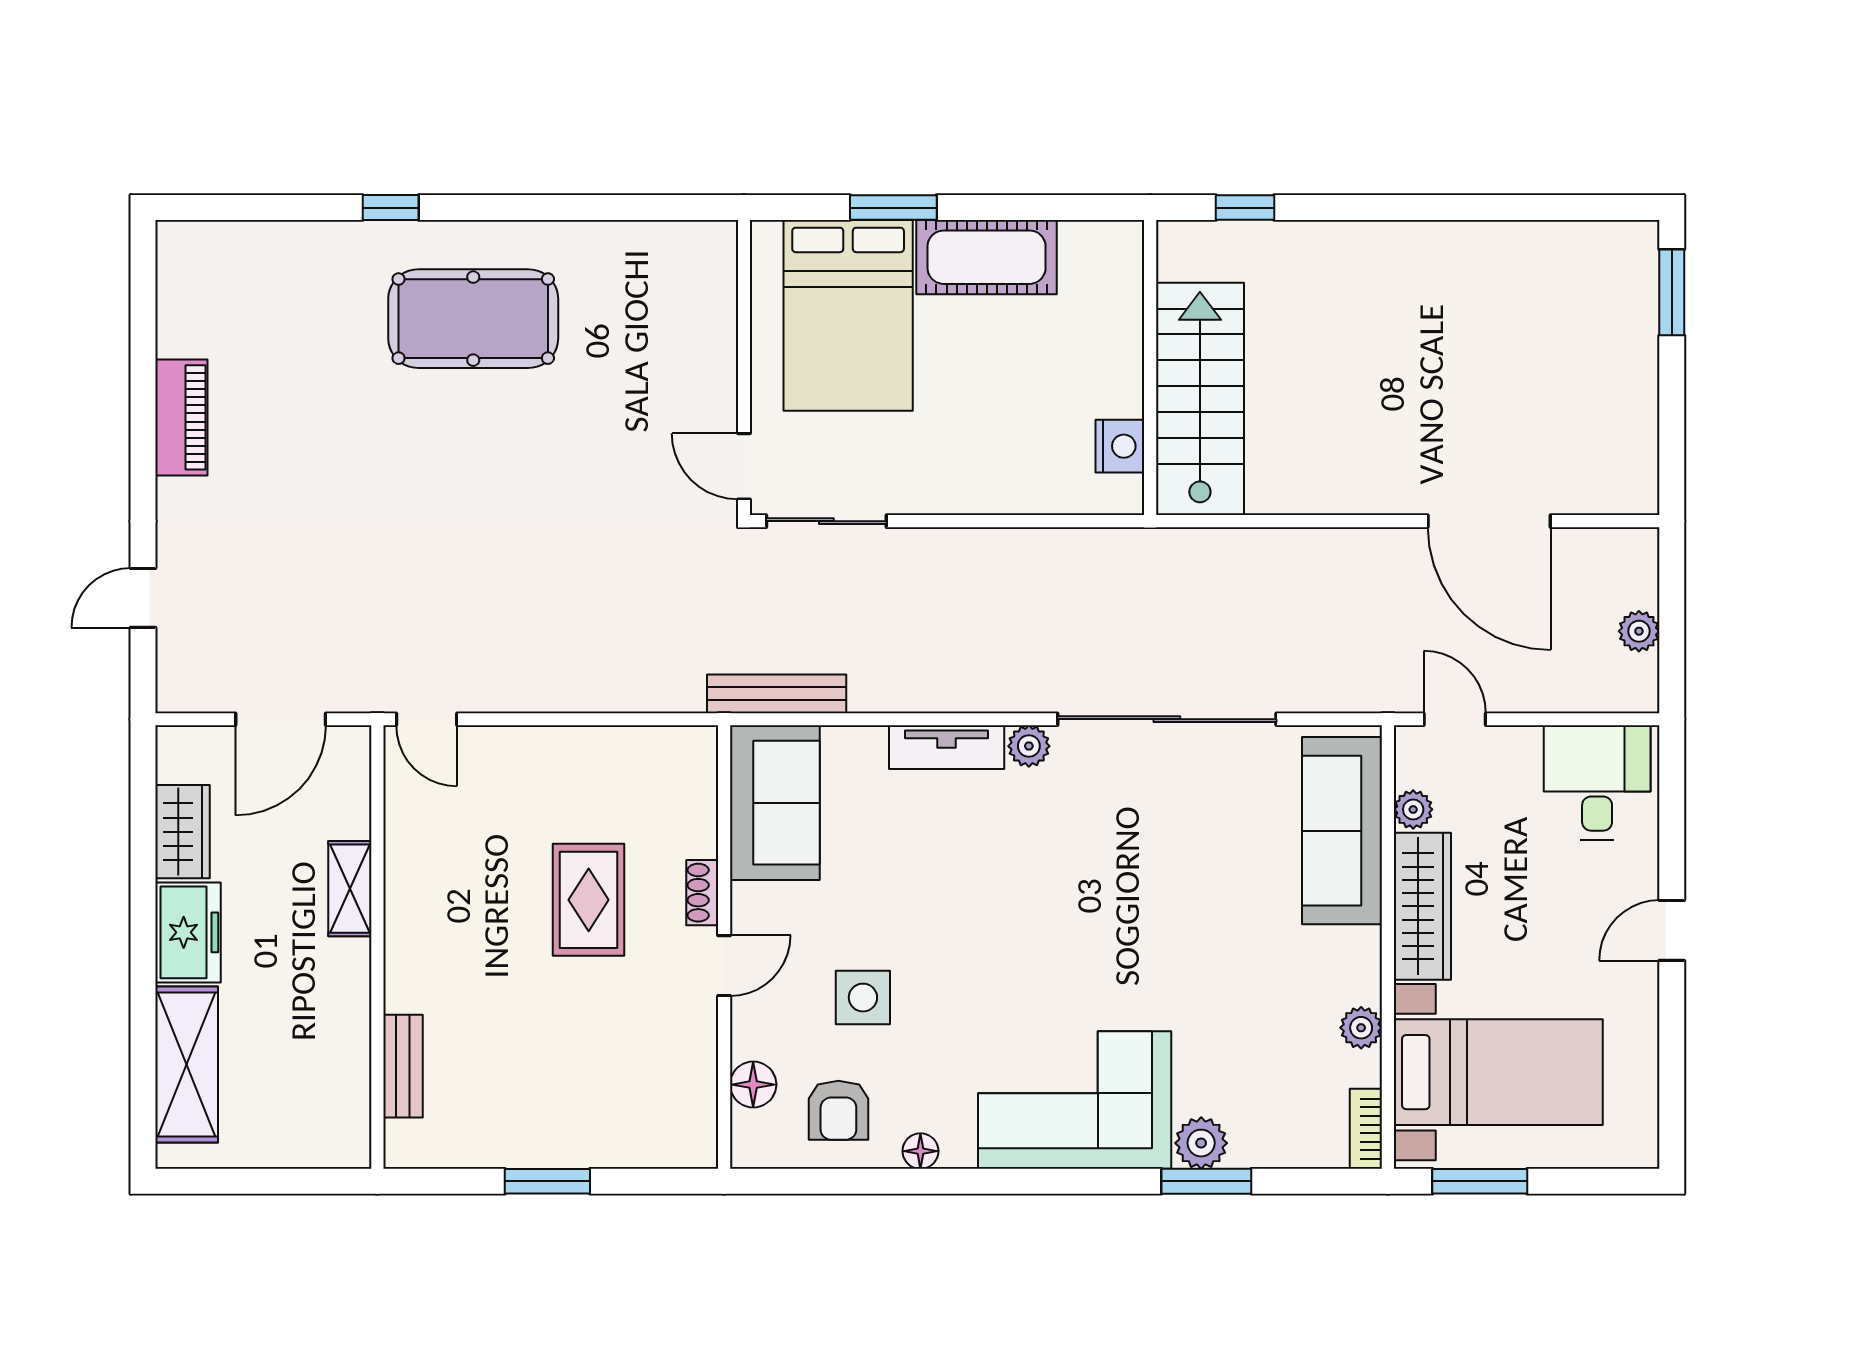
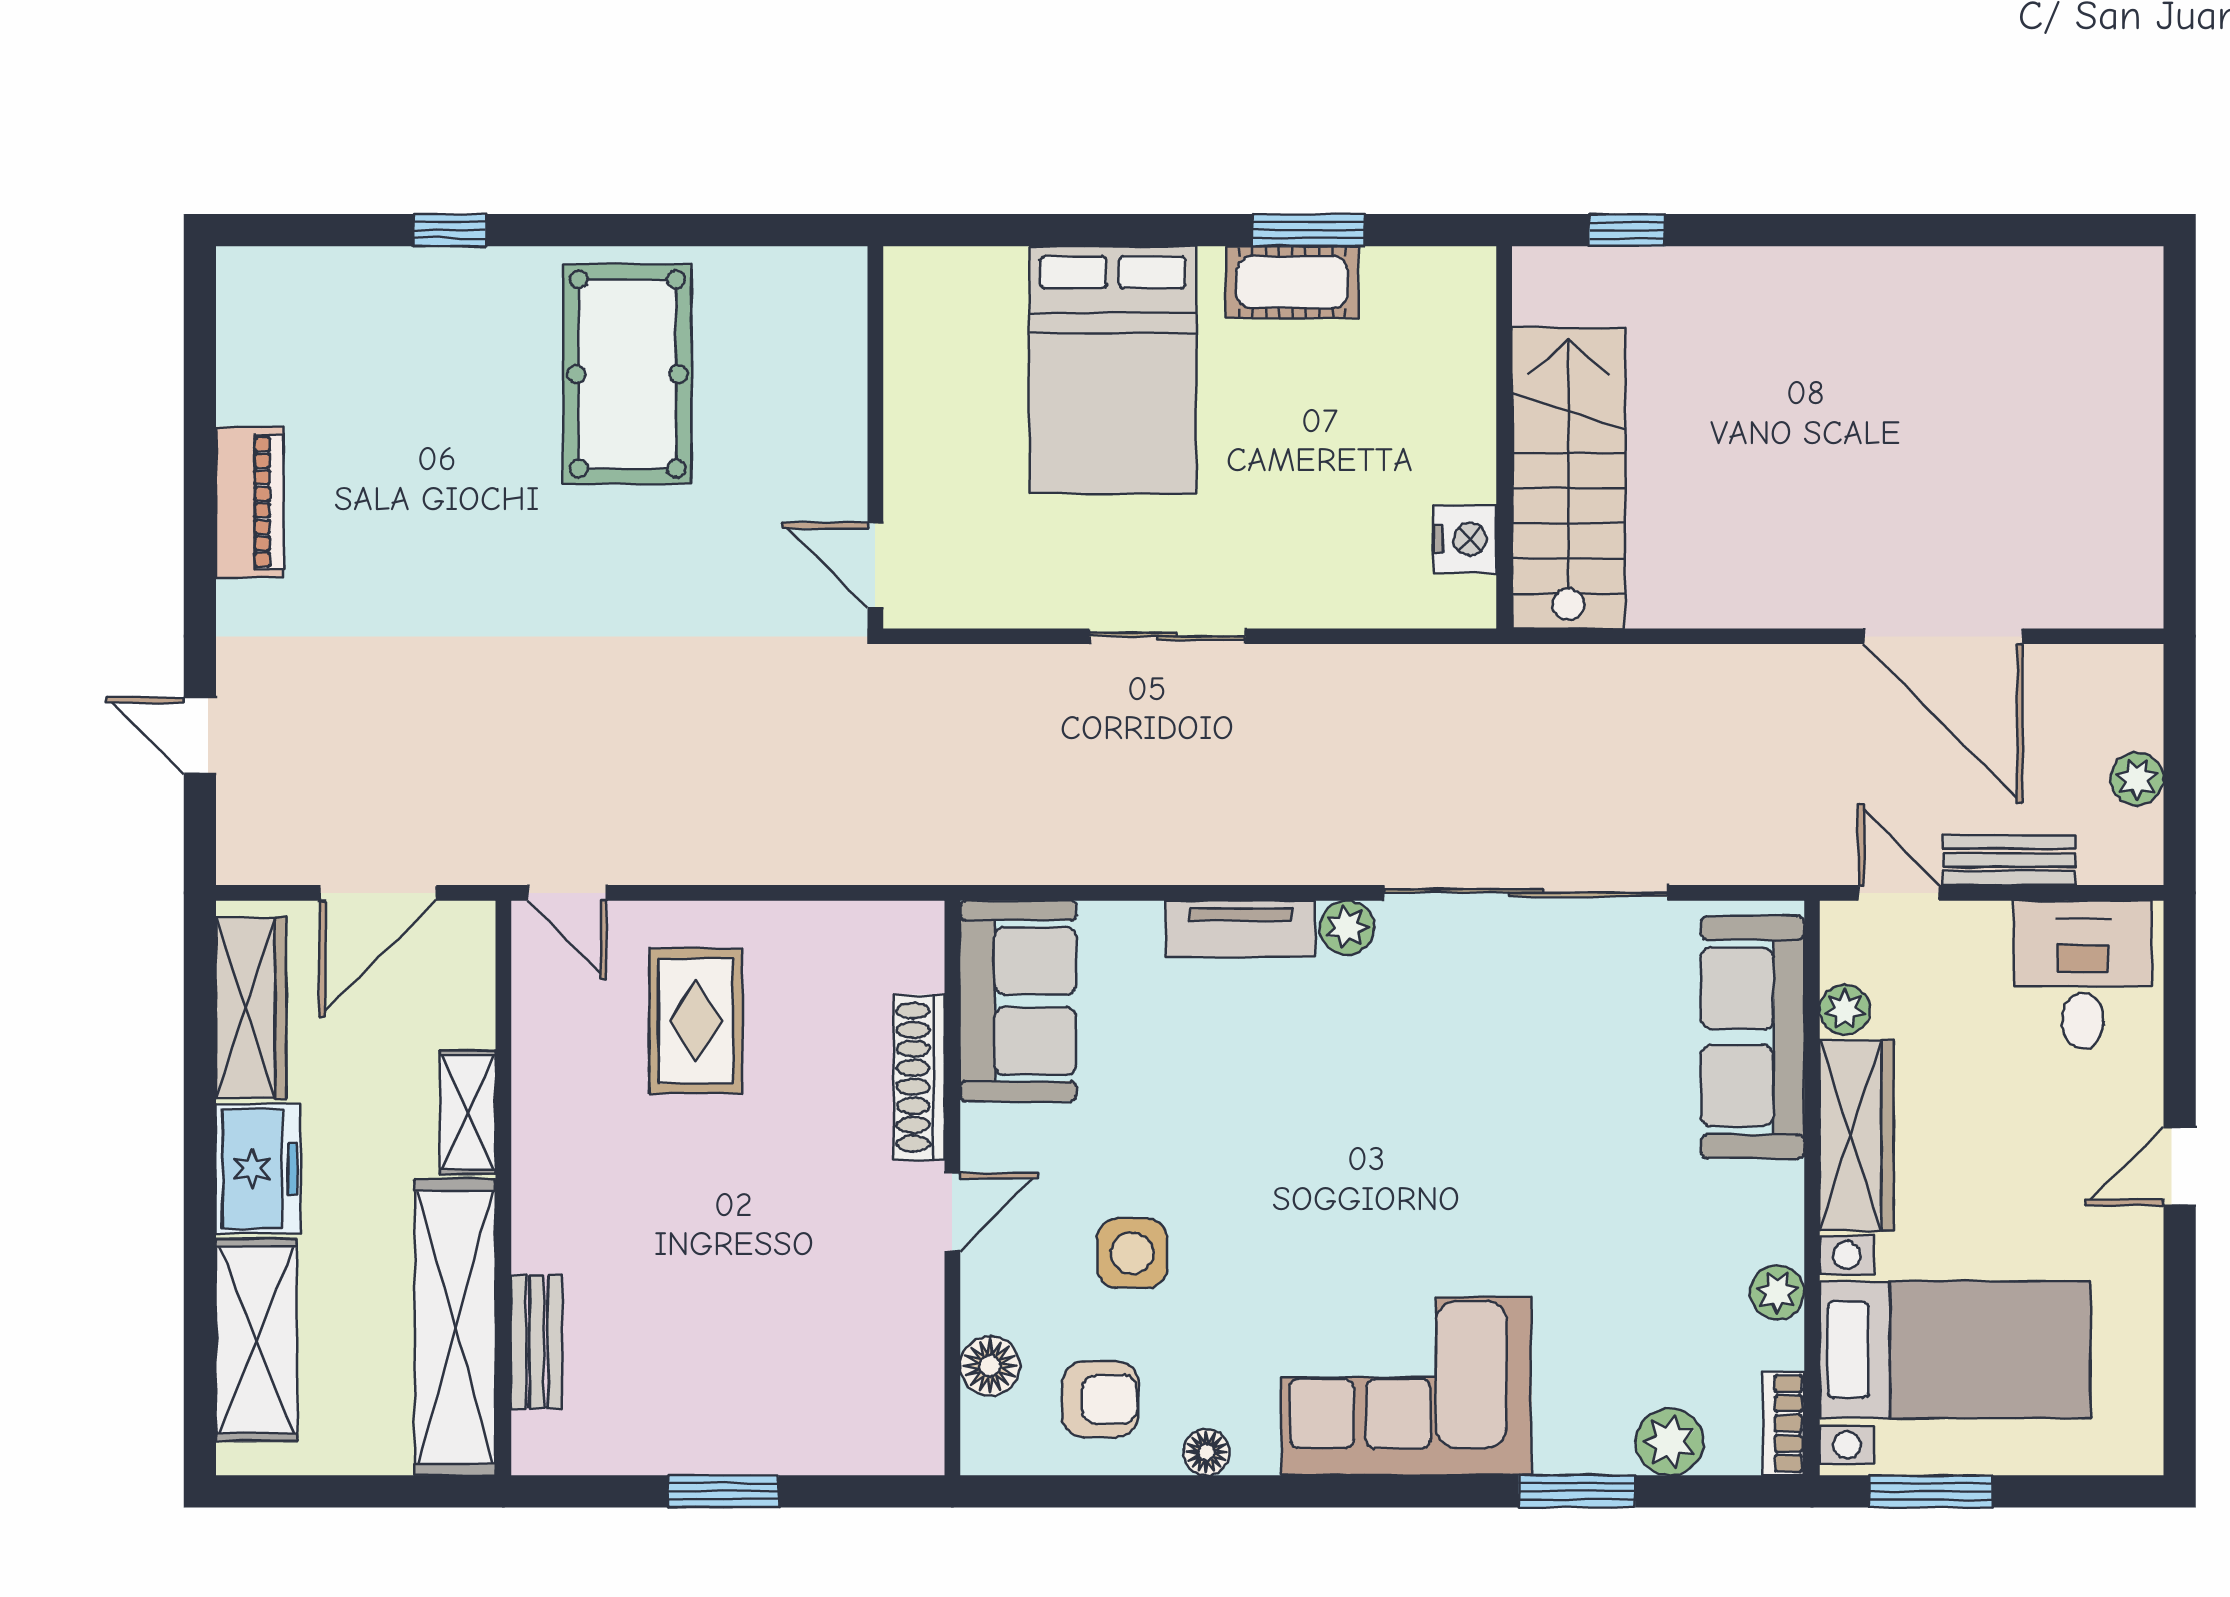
window: (391, 208) -> (450, 230), moved
window: (893, 208) -> (1309, 230), moved
cot: (987, 257) -> (1292, 282), width x0.73, depth x0.75
window: (1672, 292) -> (2180, 340), removed
pool table: (473, 319) -> (627, 374), turned 90
wall: (744, 368) -> (875, 437), moved
door: (744, 466) -> (875, 565), moved
sliding door: (826, 521) -> (1167, 636), moved
door: (143, 598) -> (200, 736), hinge flipped
bench: (777, 694) -> (2009, 860), moved, width x0.73
wardrobe: (183, 832) -> (251, 1008), width x1.50
shoe rack: (702, 893) -> (919, 1077), width x1.94, depth x1.24
rug: (589, 900) -> (696, 1021), moved
shelving: (340, 1055) -> (455, 1327), added
armchair: (838, 1110) -> (1100, 1399), turned -90
plant: (1201, 1143) -> (1670, 1442), moved

